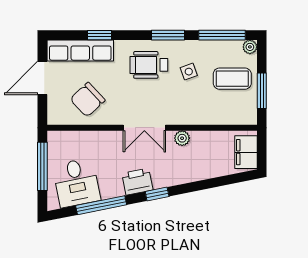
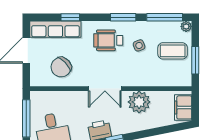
plant: (182, 138) -> (139, 102), width x1.87, depth x1.87

